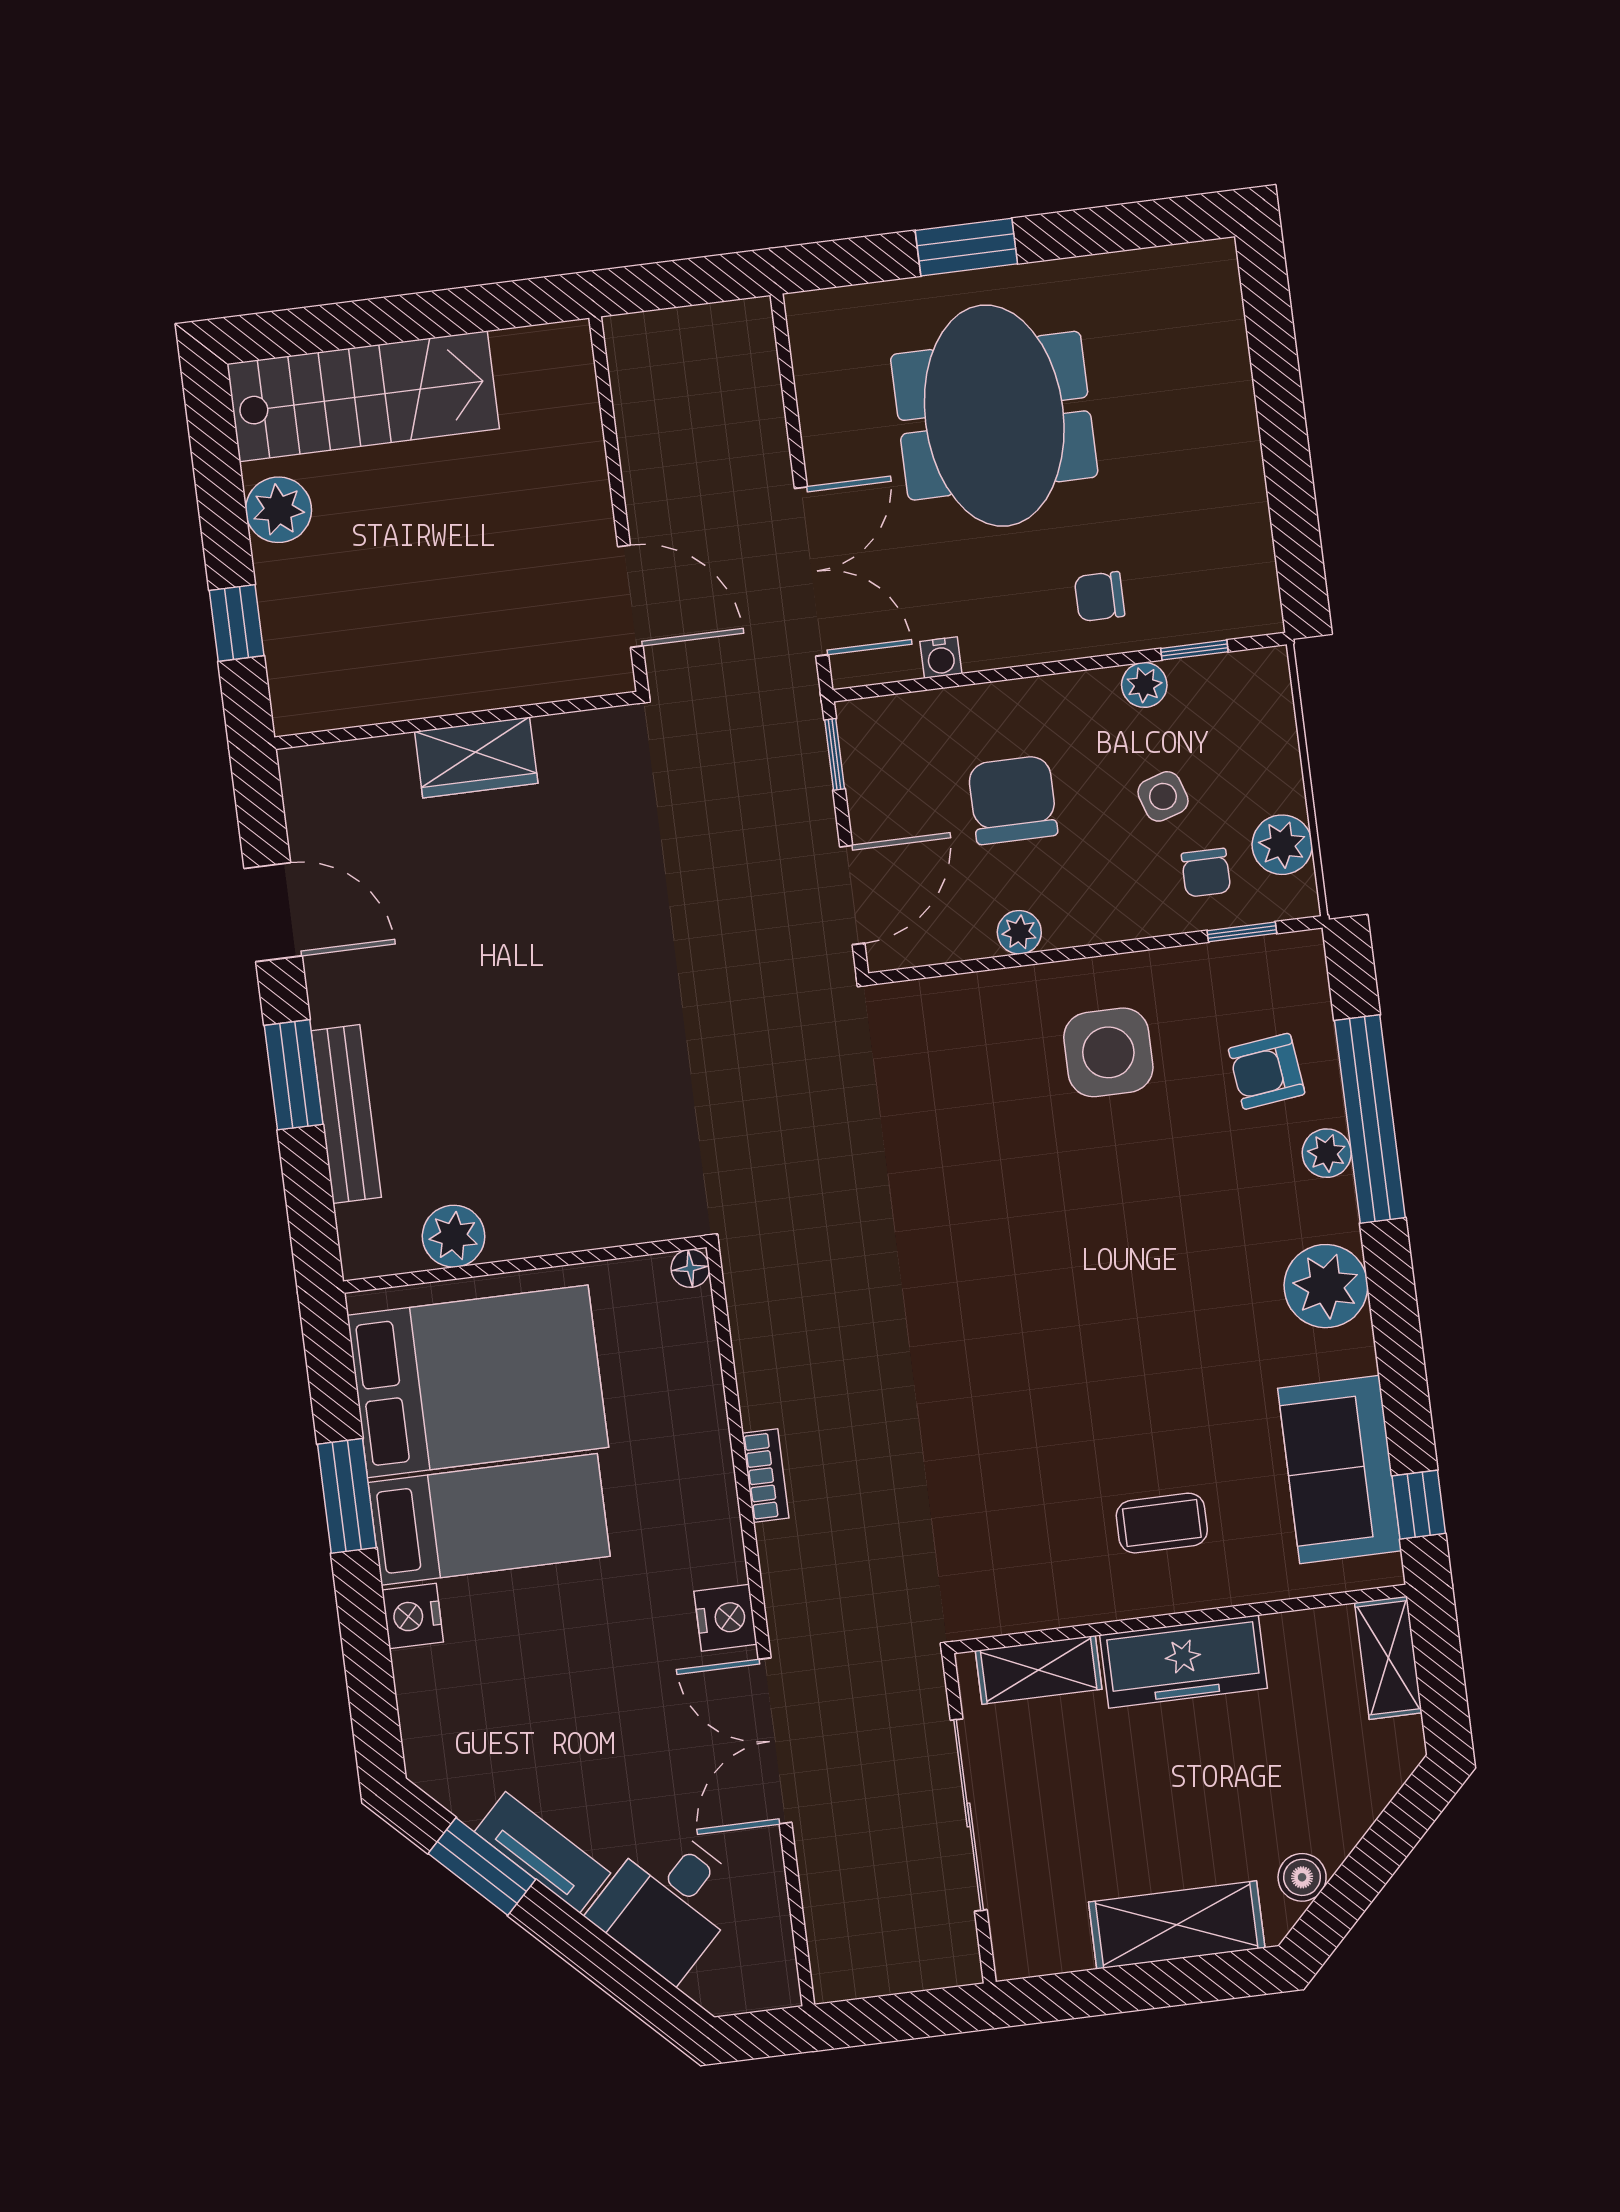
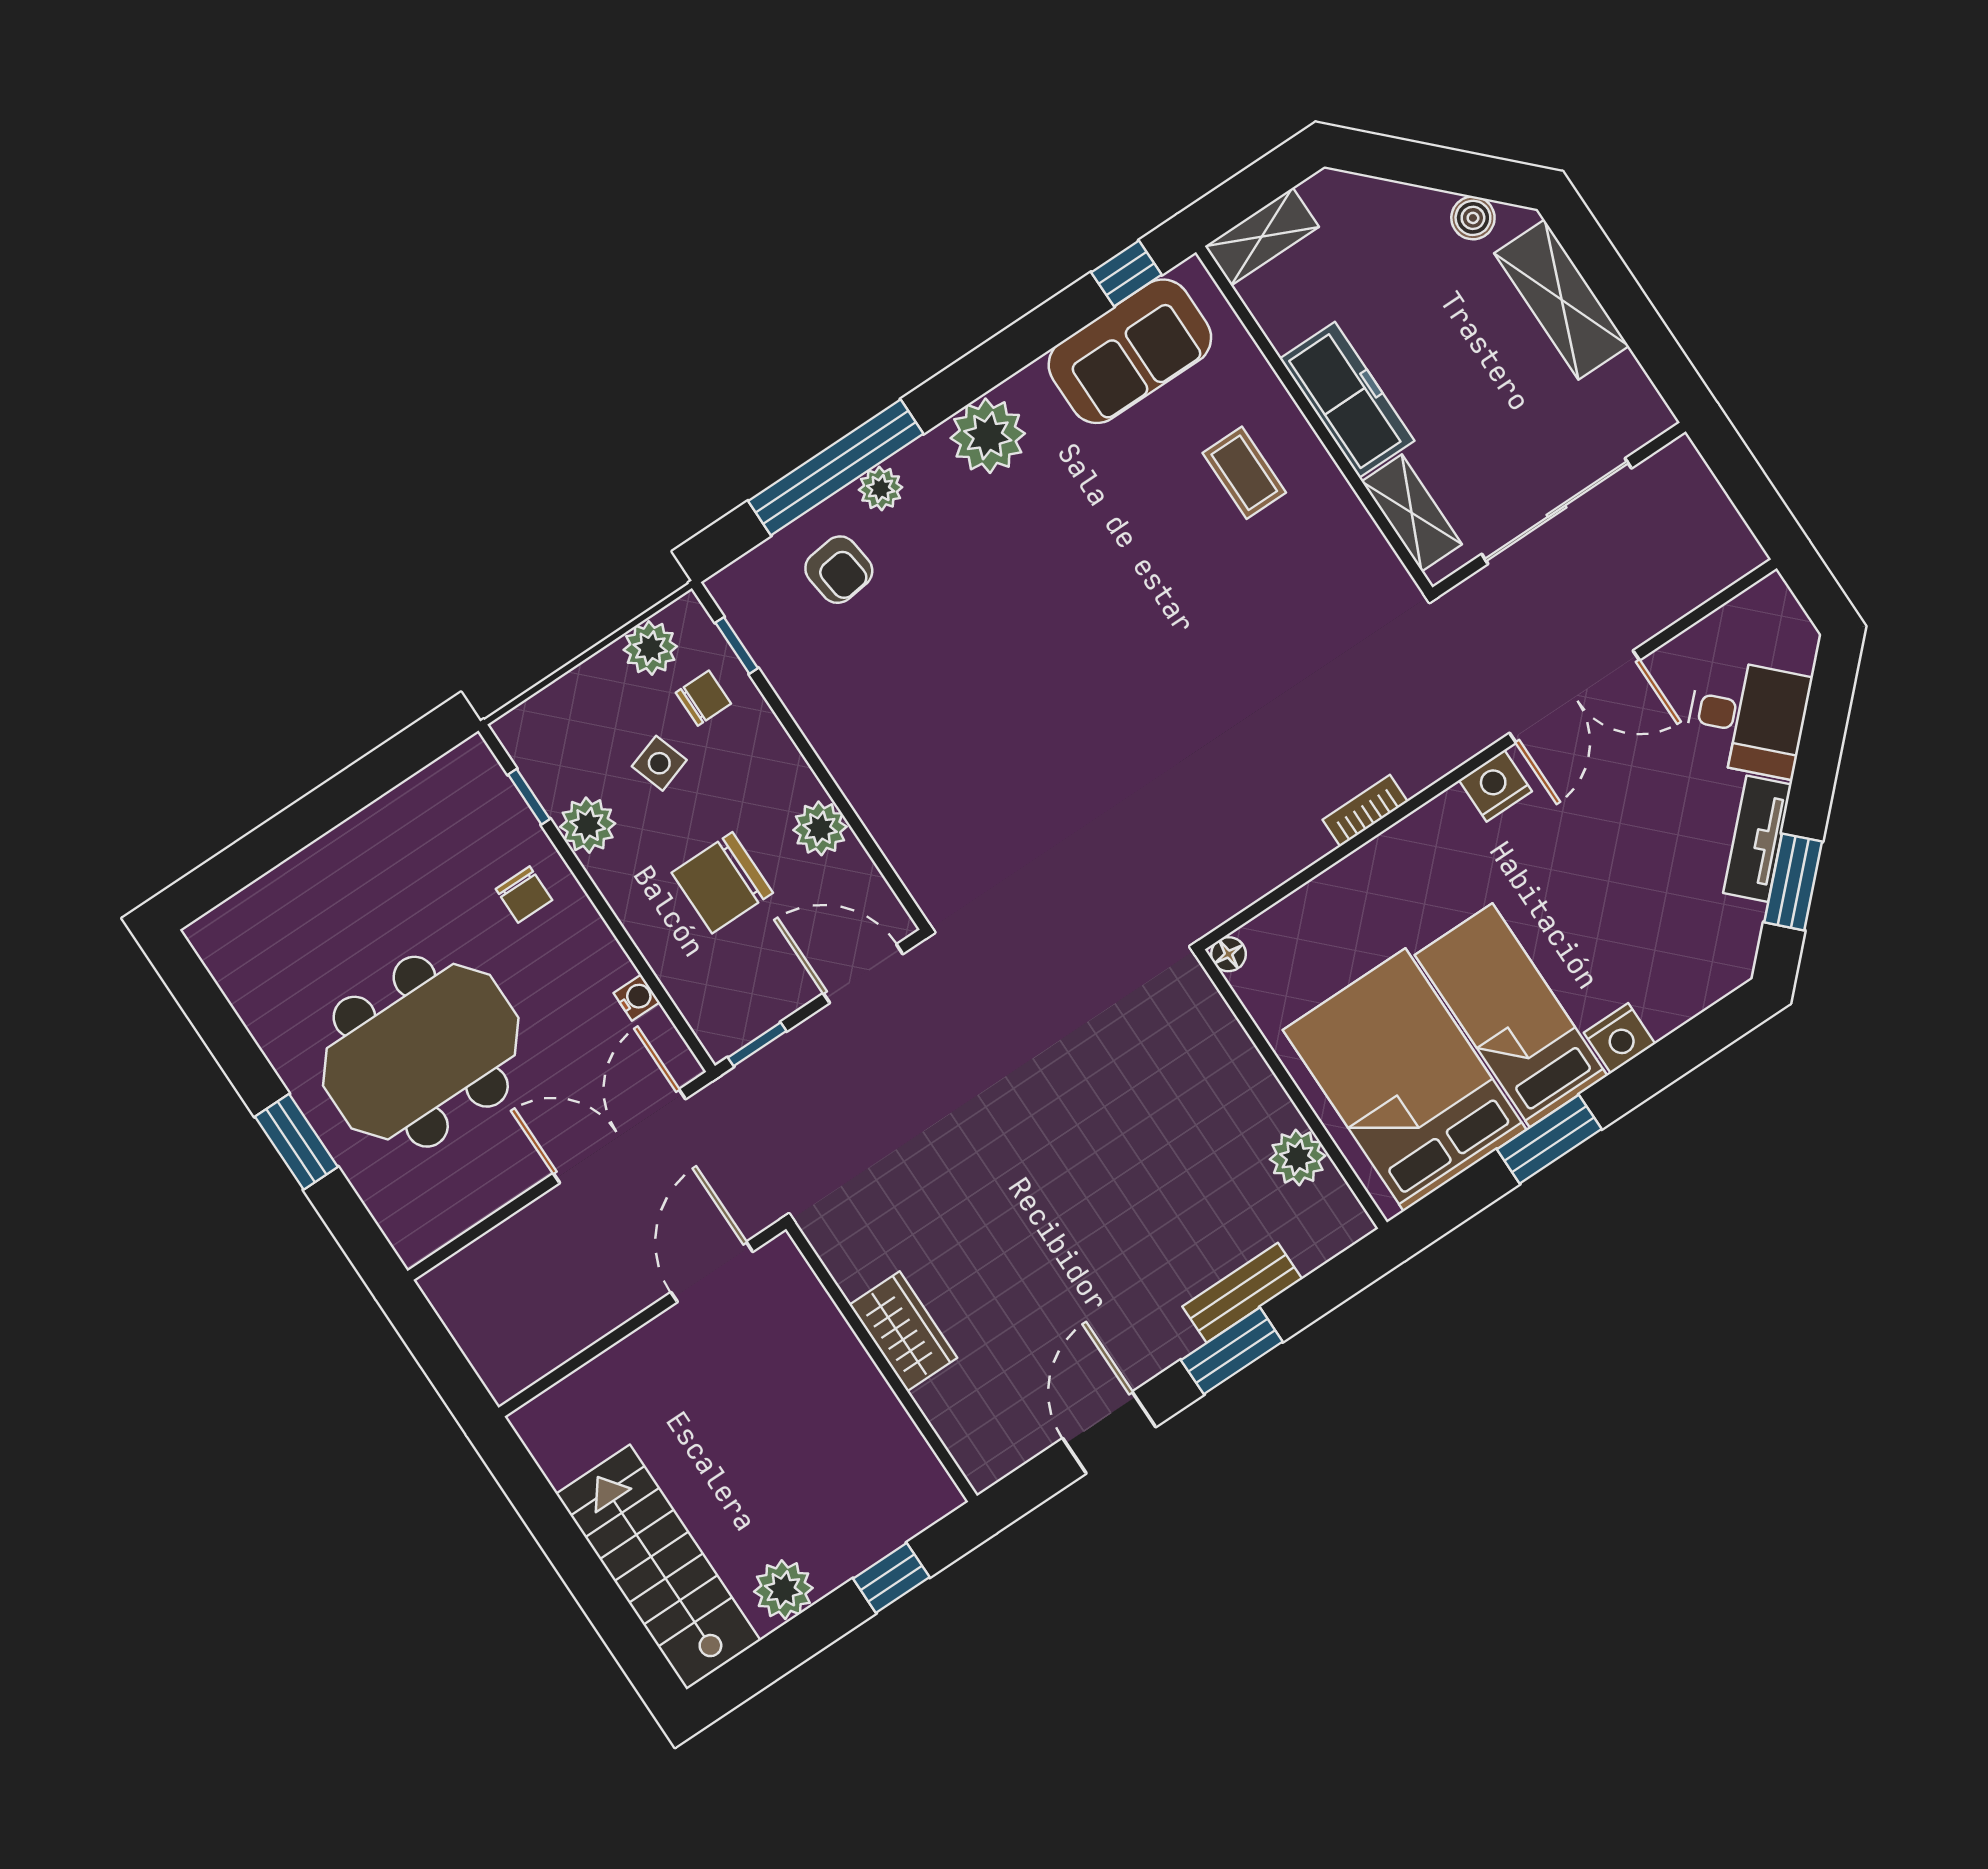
plant: (1144, 685) -> (588, 825), width x1.38, depth x1.38
plant: (1019, 932) -> (820, 828), width x1.38, depth x1.38
side table: (1108, 1052) -> (887, 705), removed
bench: (346, 1114) -> (1242, 1293), width x0.73

